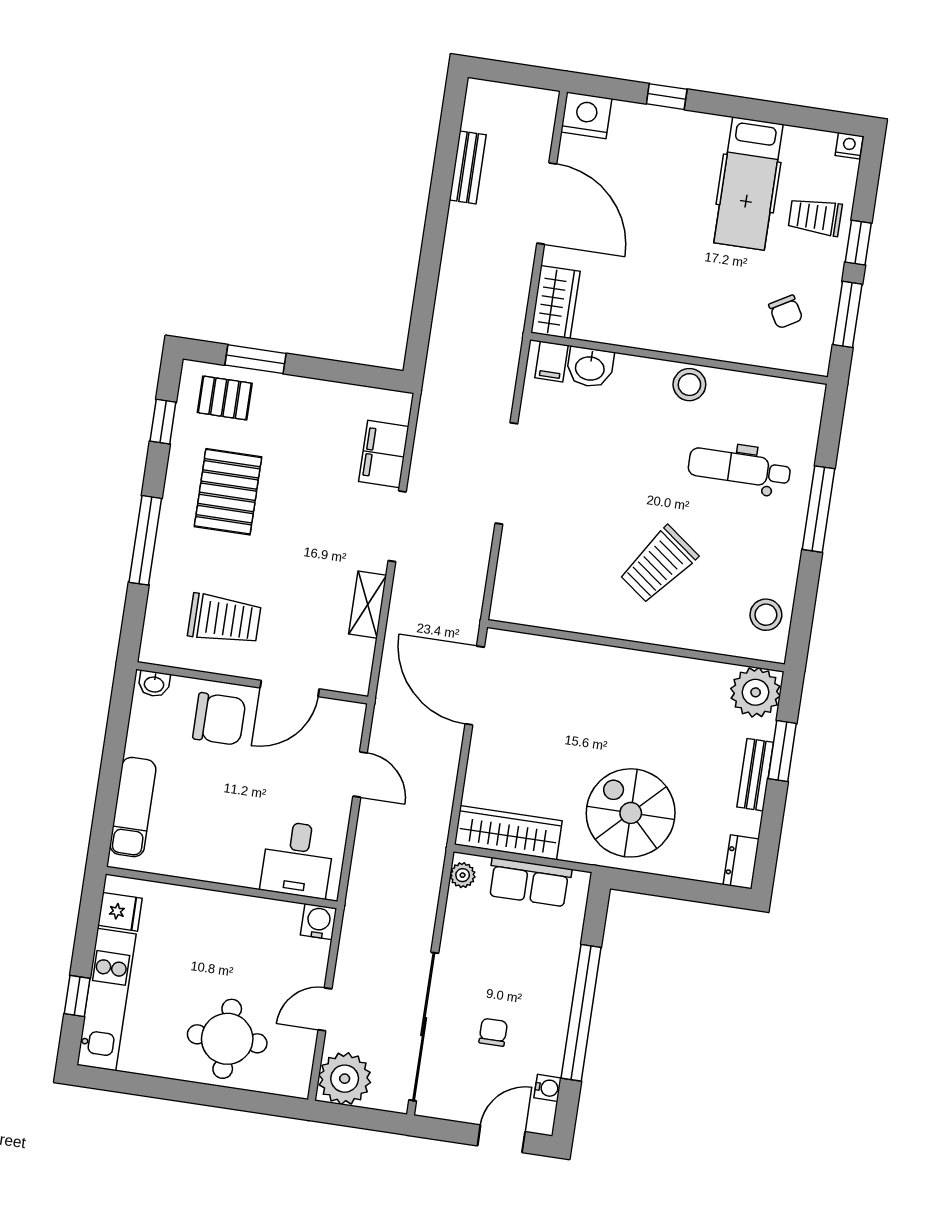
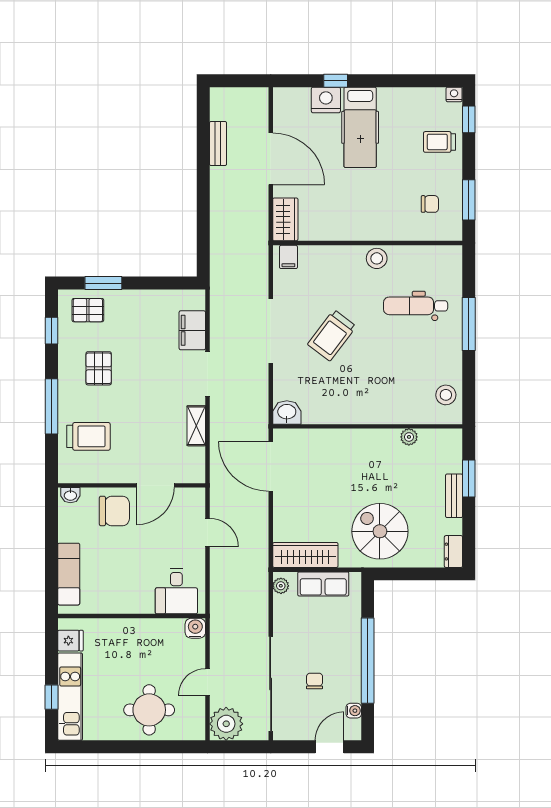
nightstand: (586, 115) -> (326, 100), moved
hospital bed: (748, 183) -> (360, 127), moved
window: (858, 243) -> (469, 119), moved
chair: (786, 312) -> (430, 204), turned -60
washbasin: (590, 367) -> (287, 412), moved, turned 180
pallet: (228, 492) -> (99, 368), width x0.67, depth x0.71
trolley: (658, 565) -> (332, 335), moved
trolley: (224, 619) -> (88, 436), moved
plant: (756, 692) -> (409, 437), moved, width x0.53, depth x0.53

